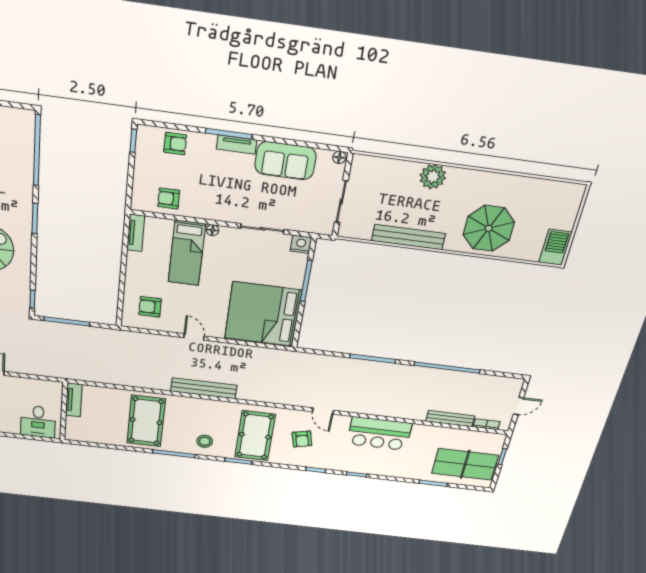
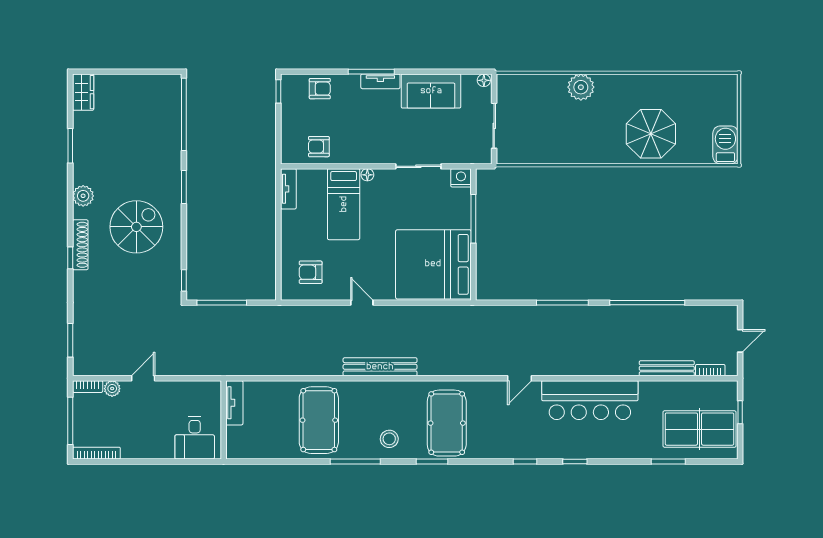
bench: (408, 237) -> (571, 155), removed
door: (323, 411) -> (519, 378), hinge flipped
bar counter: (379, 434) -> (590, 400), width x1.36
armchair: (302, 439) -> (502, 420), removed

